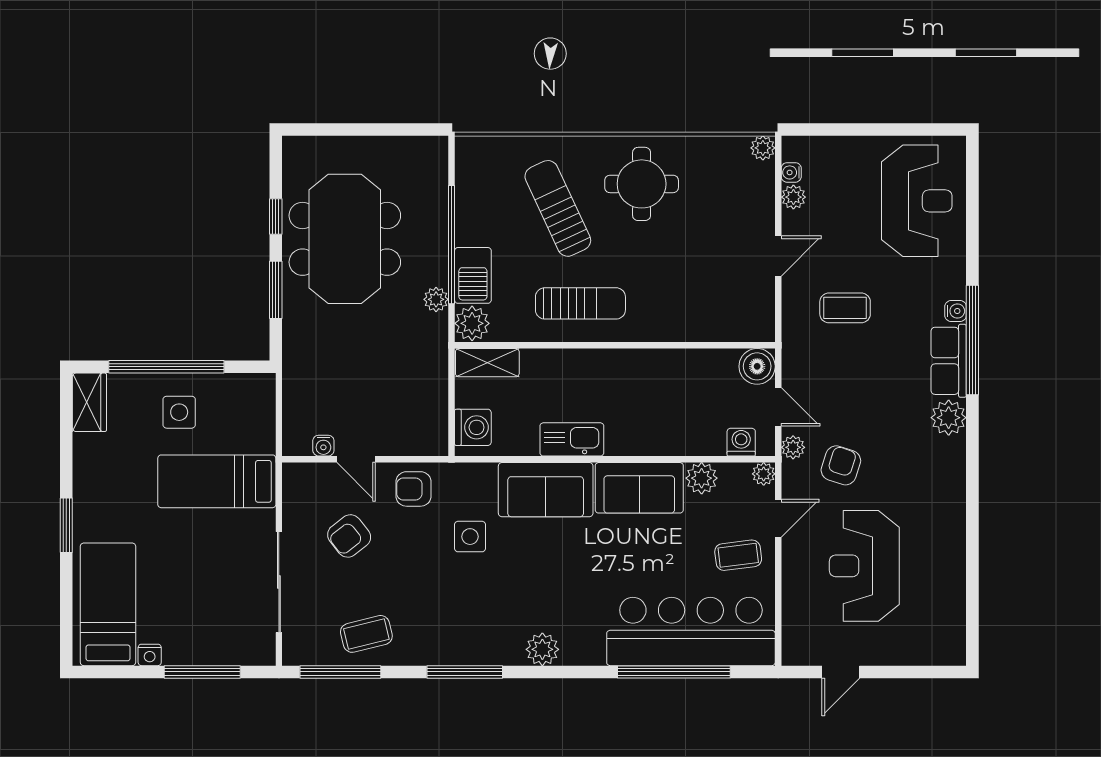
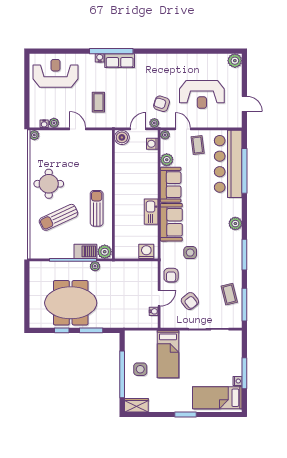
shelving: (487, 363) -> (120, 246), removed
plant: (949, 418) -> (235, 61), moved
window: (202, 672) -> (244, 373), moved

